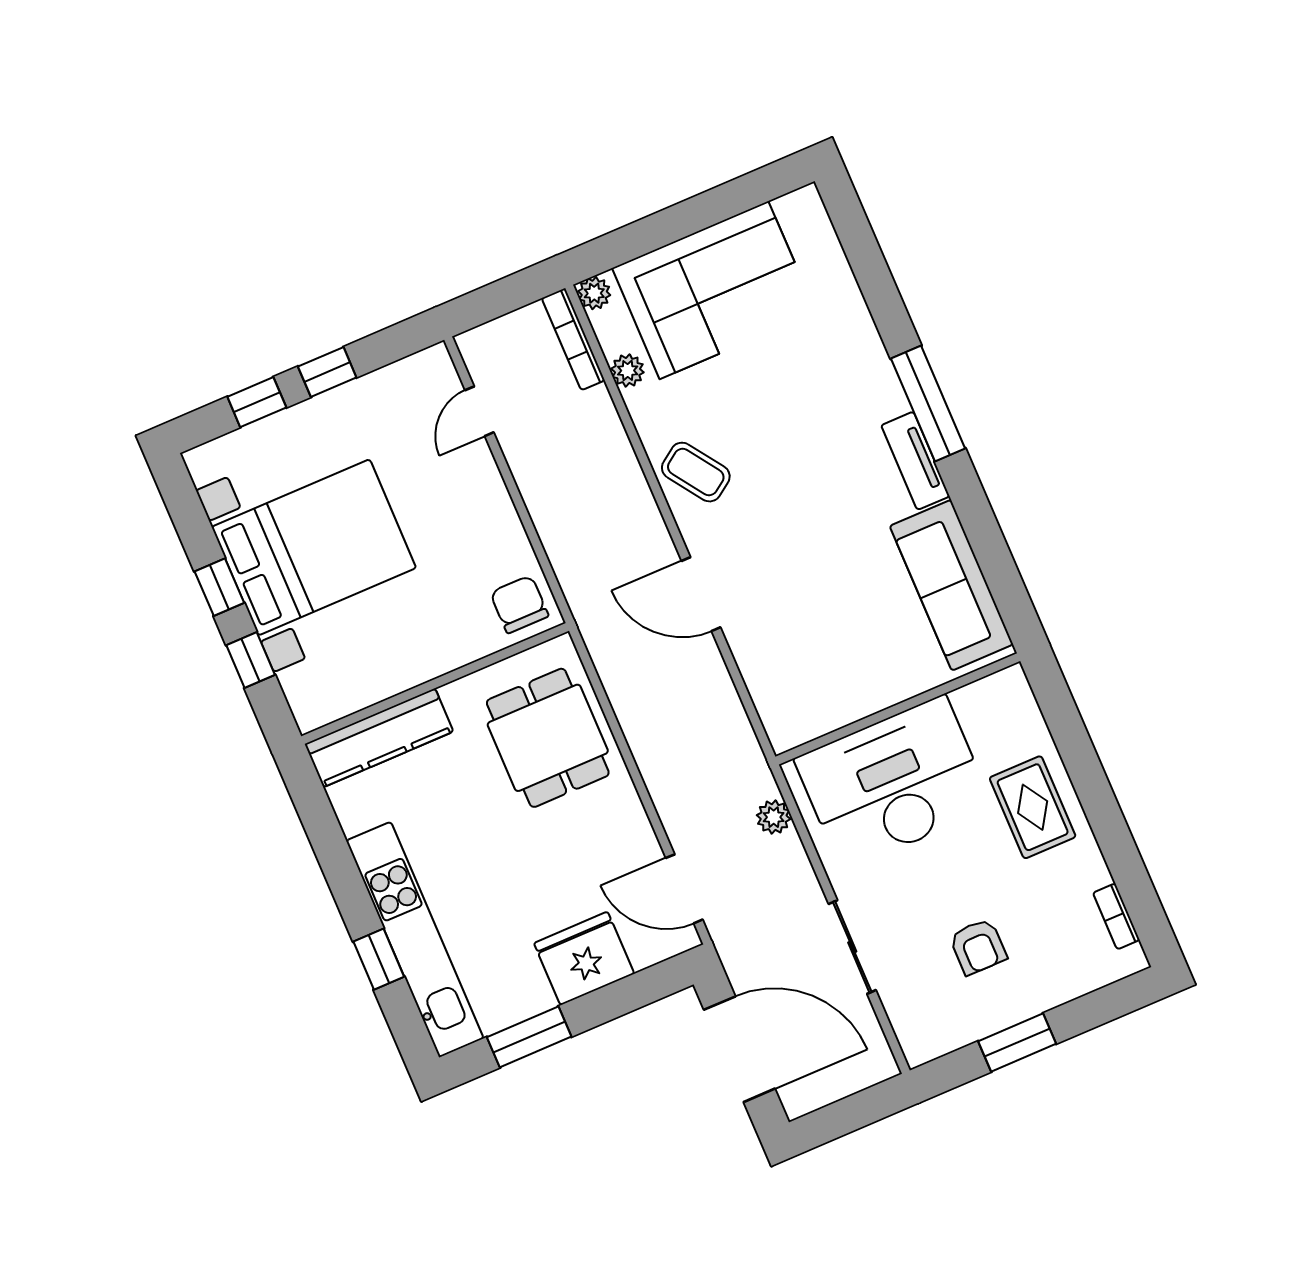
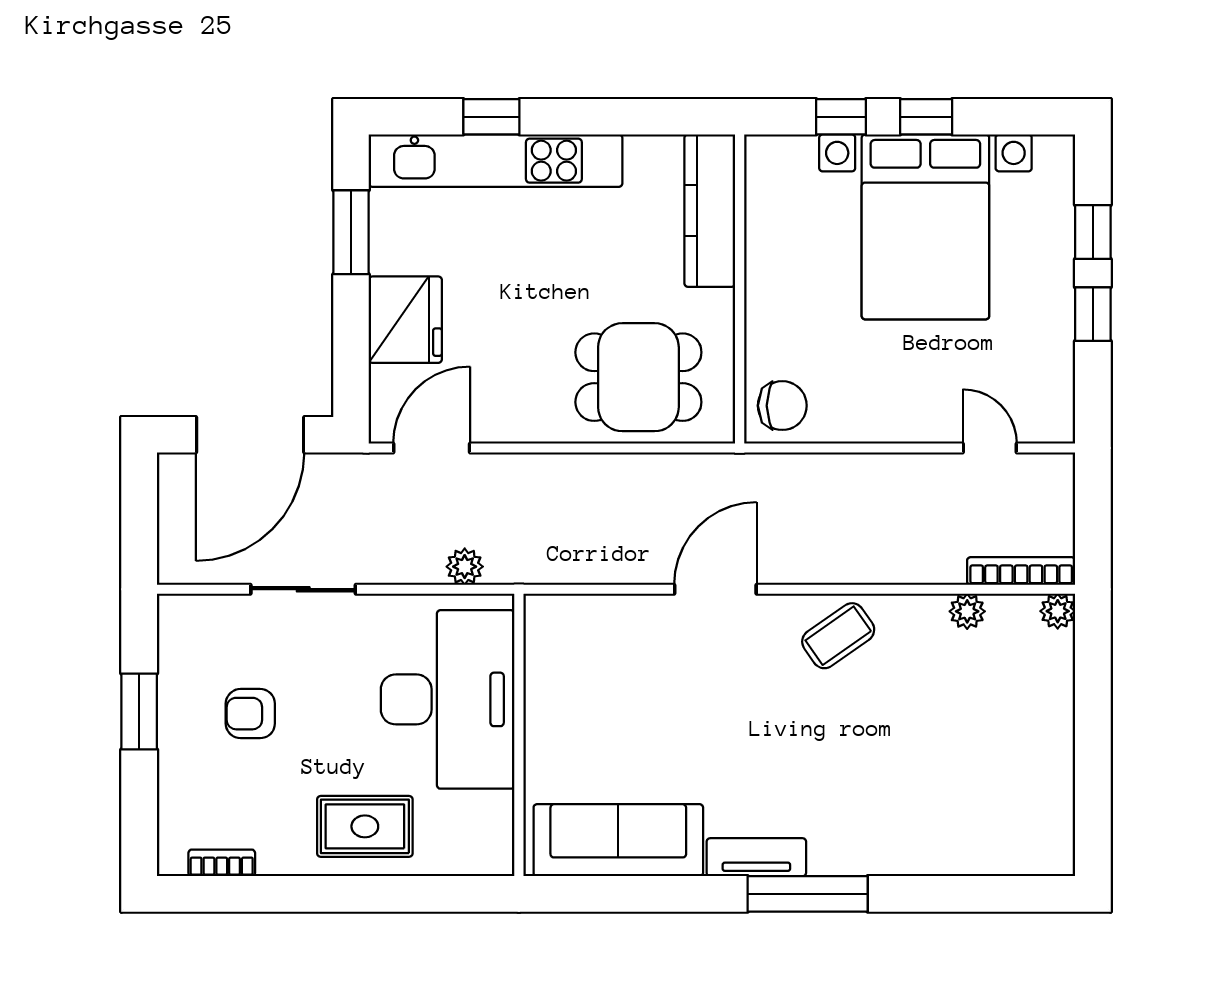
corner sofa: (714, 290) -> (1010, 731), removed

